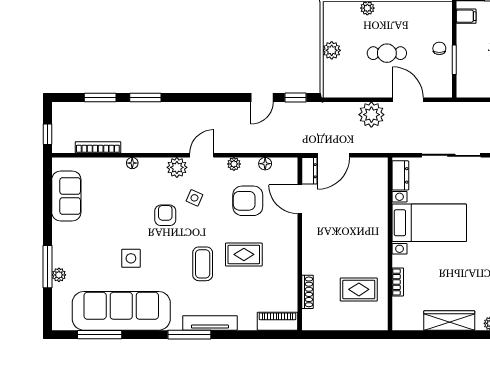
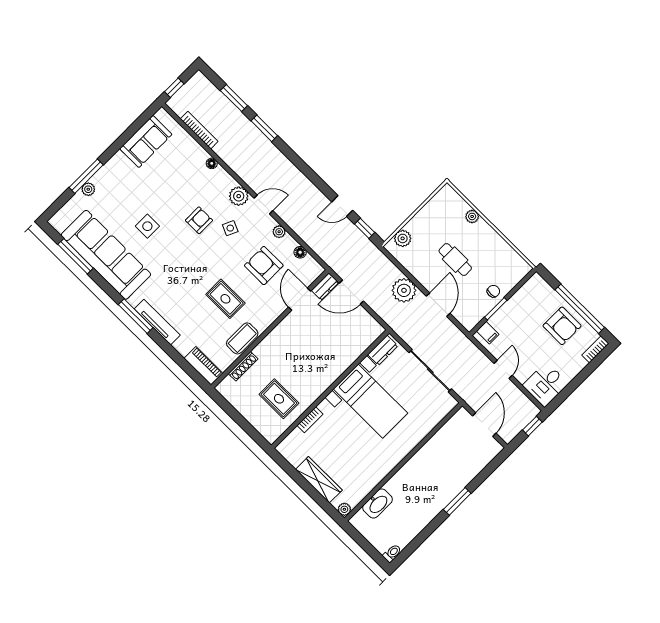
filing cabinet: (466, 16) -> (488, 333), moved
plant: (332, 50) -> (403, 238), moved
coffee table: (203, 264) -> (242, 338), moved

